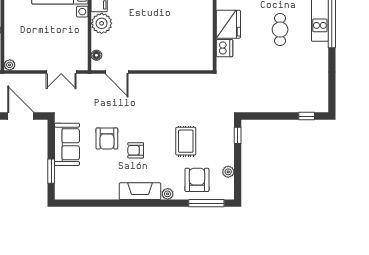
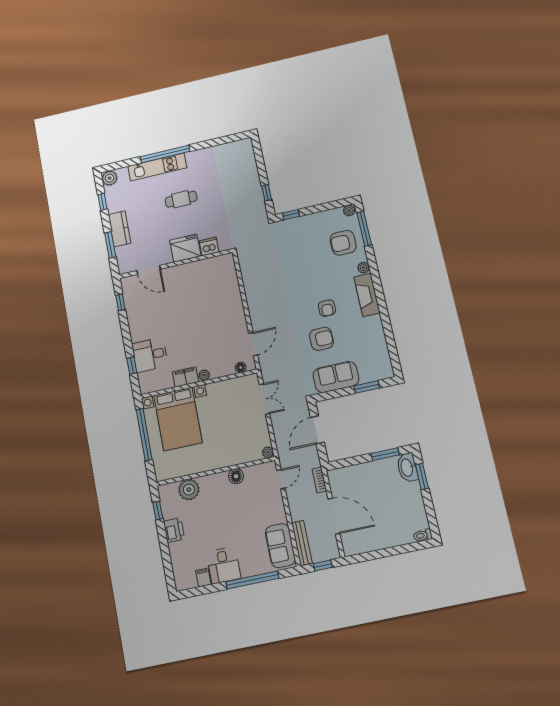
plant: (102, 23) -> (204, 375), width x0.53, depth x0.53
window: (307, 116) -> (267, 193), moved
rug: (186, 141) -> (307, 262), removed
plant: (228, 172) -> (349, 210), moved

